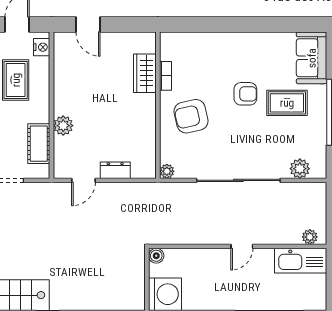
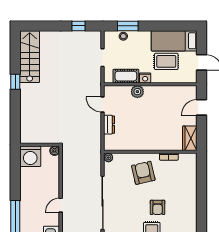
nightstand: (42, 47) -> (145, 78), moved
wardrobe: (145, 73) -> (190, 138), moved, turned -90
door: (242, 246) -> (61, 205), hinge flipped

